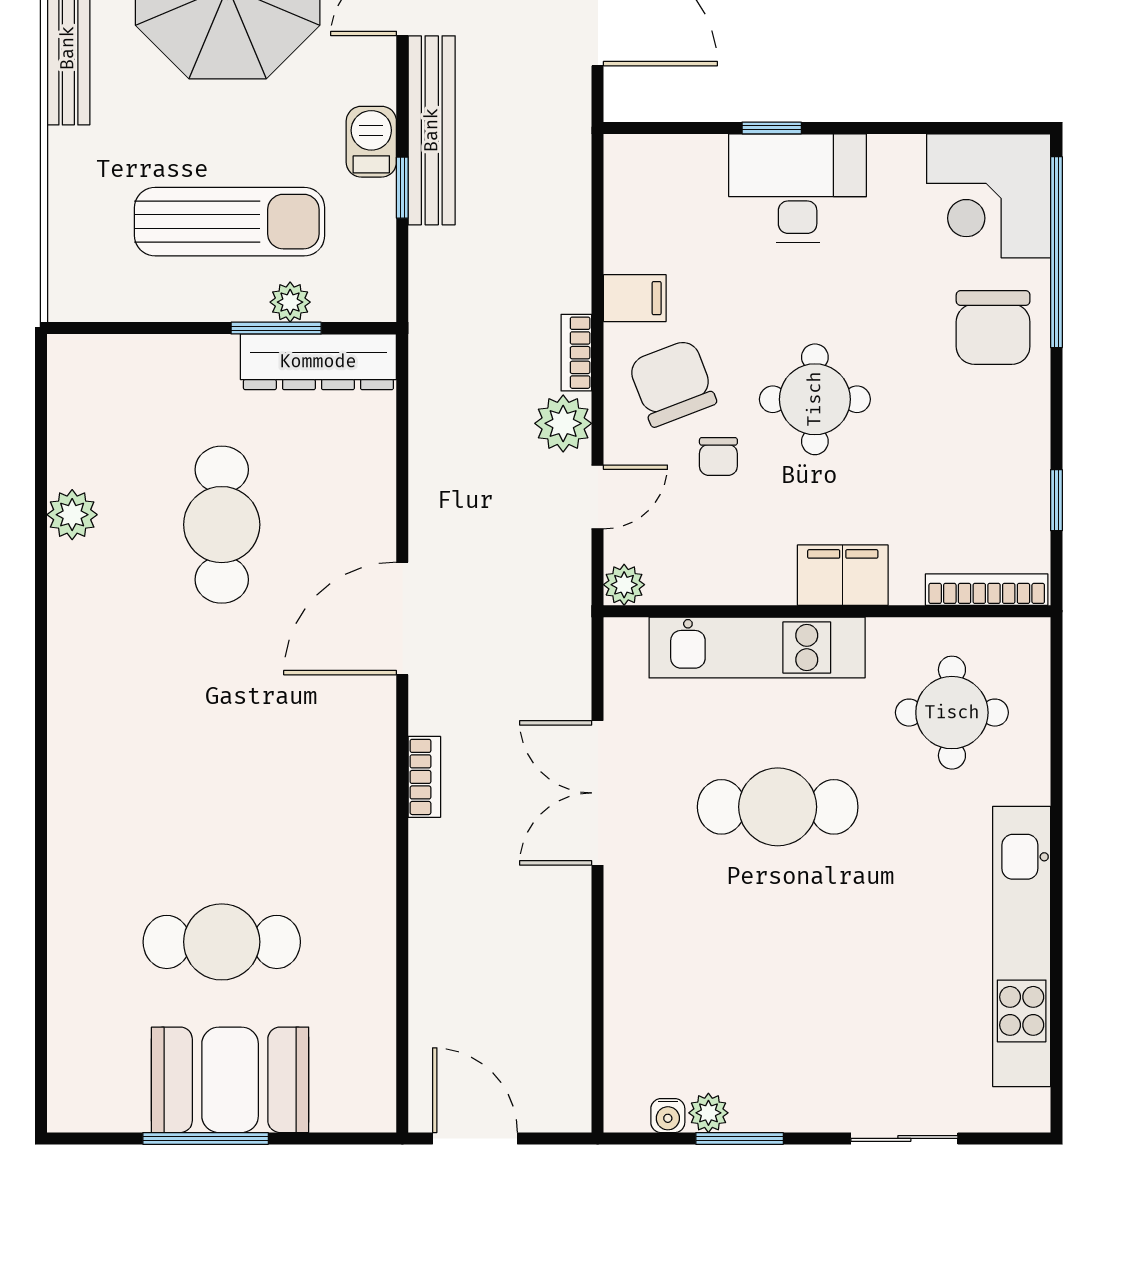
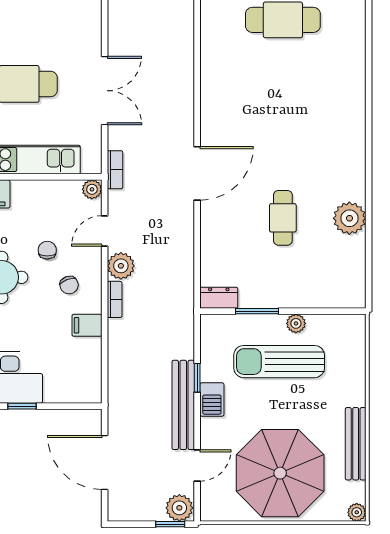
plant: (290, 302) -> (296, 323), moved
dresser: (318, 362) -> (219, 298), width x0.51, depth x0.80
chair: (672, 383) -> (69, 285), width x0.54, depth x0.54
plant: (72, 515) -> (349, 218), width x1.36, depth x1.36
cafe table: (222, 525) -> (283, 218), width x0.73, depth x0.74
bookcase: (424, 777) -> (115, 170), moved, turned 180

